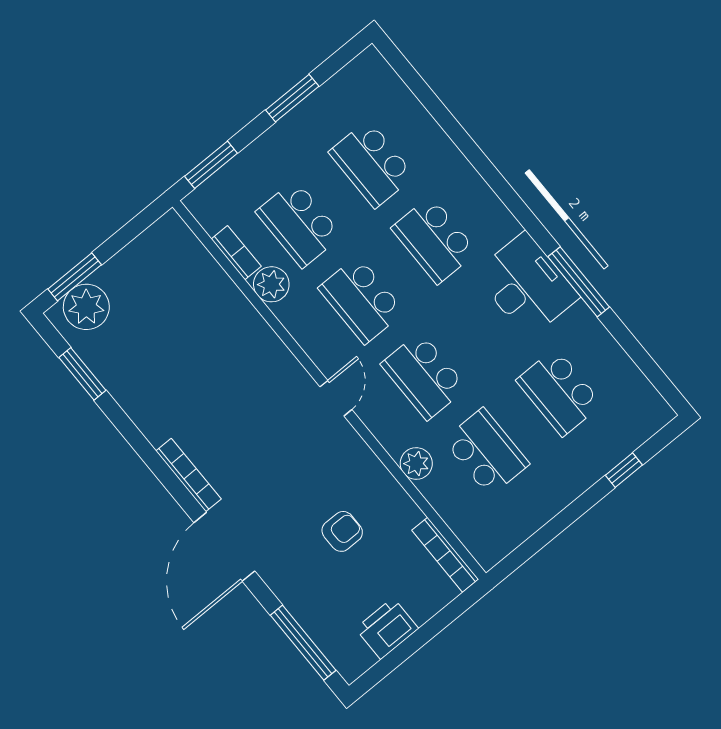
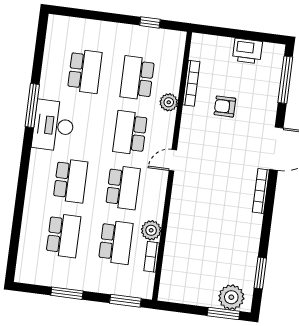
school desk: (424, 376) -> (130, 133), turned 180
window: (624, 470) -> (150, 22), moved
bookcase: (445, 555) -> (191, 83), moved

